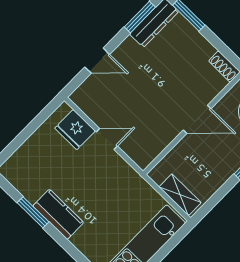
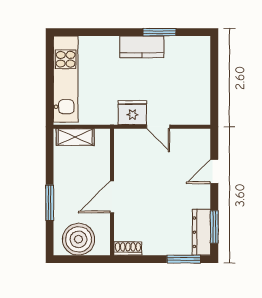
fridge: (75, 129) -> (132, 113), moved
door: (107, 139) -> (158, 127), hinge flipped

